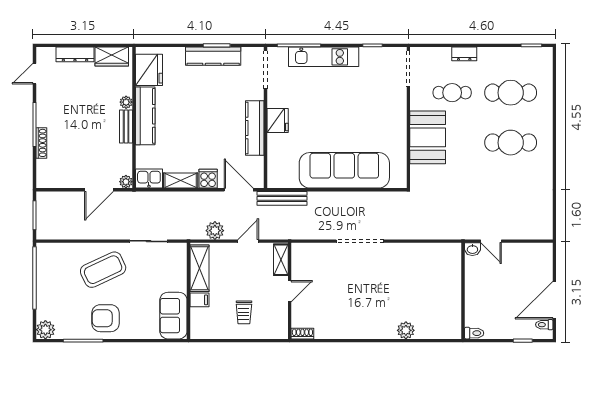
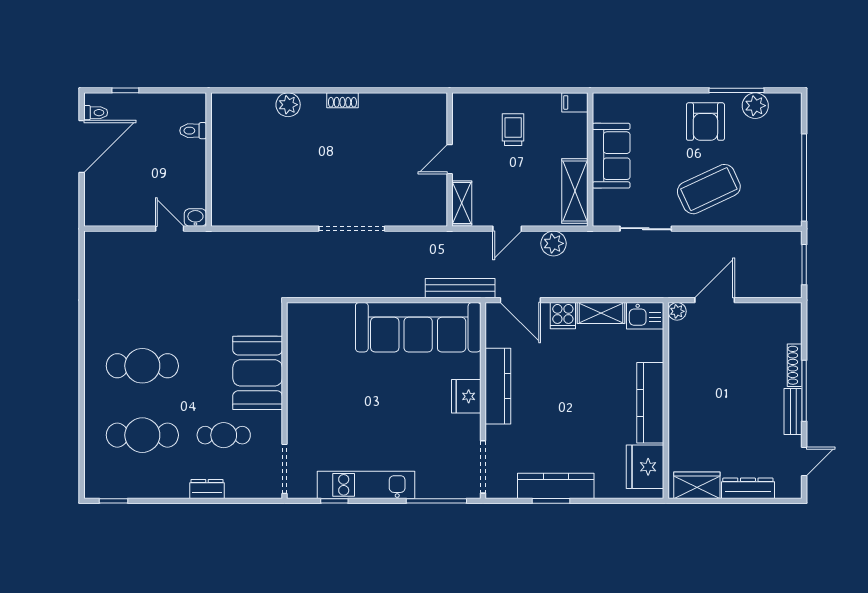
kitchen unit: (324, 57) -> (366, 485), moved
plant: (126, 102) -> (677, 422), removed
bench: (126, 126) -> (793, 411), moved
sofa: (344, 170) -> (418, 327), moved
filing cabinet: (200, 300) -> (575, 102), moved
sofa: (173, 316) -> (611, 156), moved
armchair: (106, 318) -> (705, 122), turned 90
plant: (45, 330) -> (755, 106), moved
toilet: (474, 333) -> (193, 131), moved
shoe rack: (302, 334) -> (342, 100), moved

